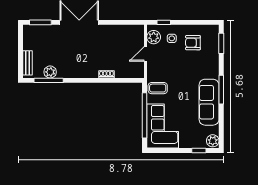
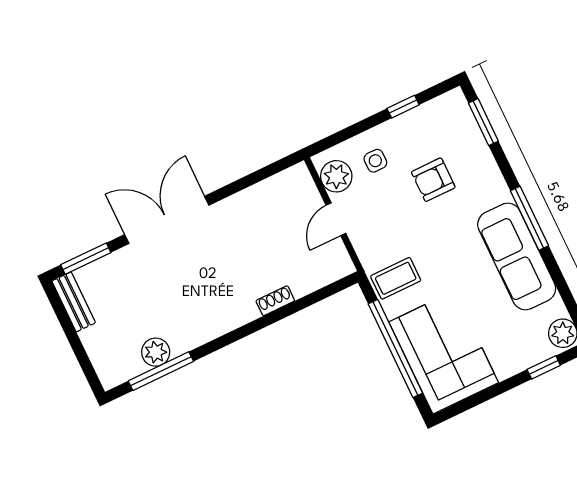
window: (164, 22) -> (403, 107), moved
armchair: (193, 43) -> (433, 180), moved
bench: (28, 63) -> (74, 302), moved

